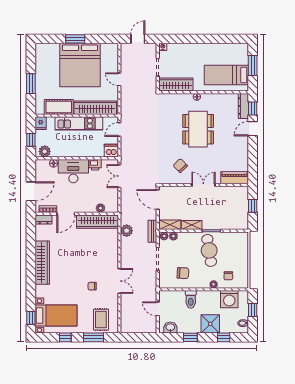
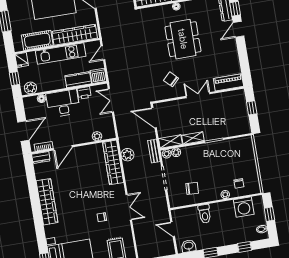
kitchen counter: (91, 151) -> (78, 80), added
wardrobe: (97, 222) -> (113, 162), moved, turned 90
cafe table: (209, 250) -> (215, 161), removed
shower: (210, 324) -> (229, 235), removed

